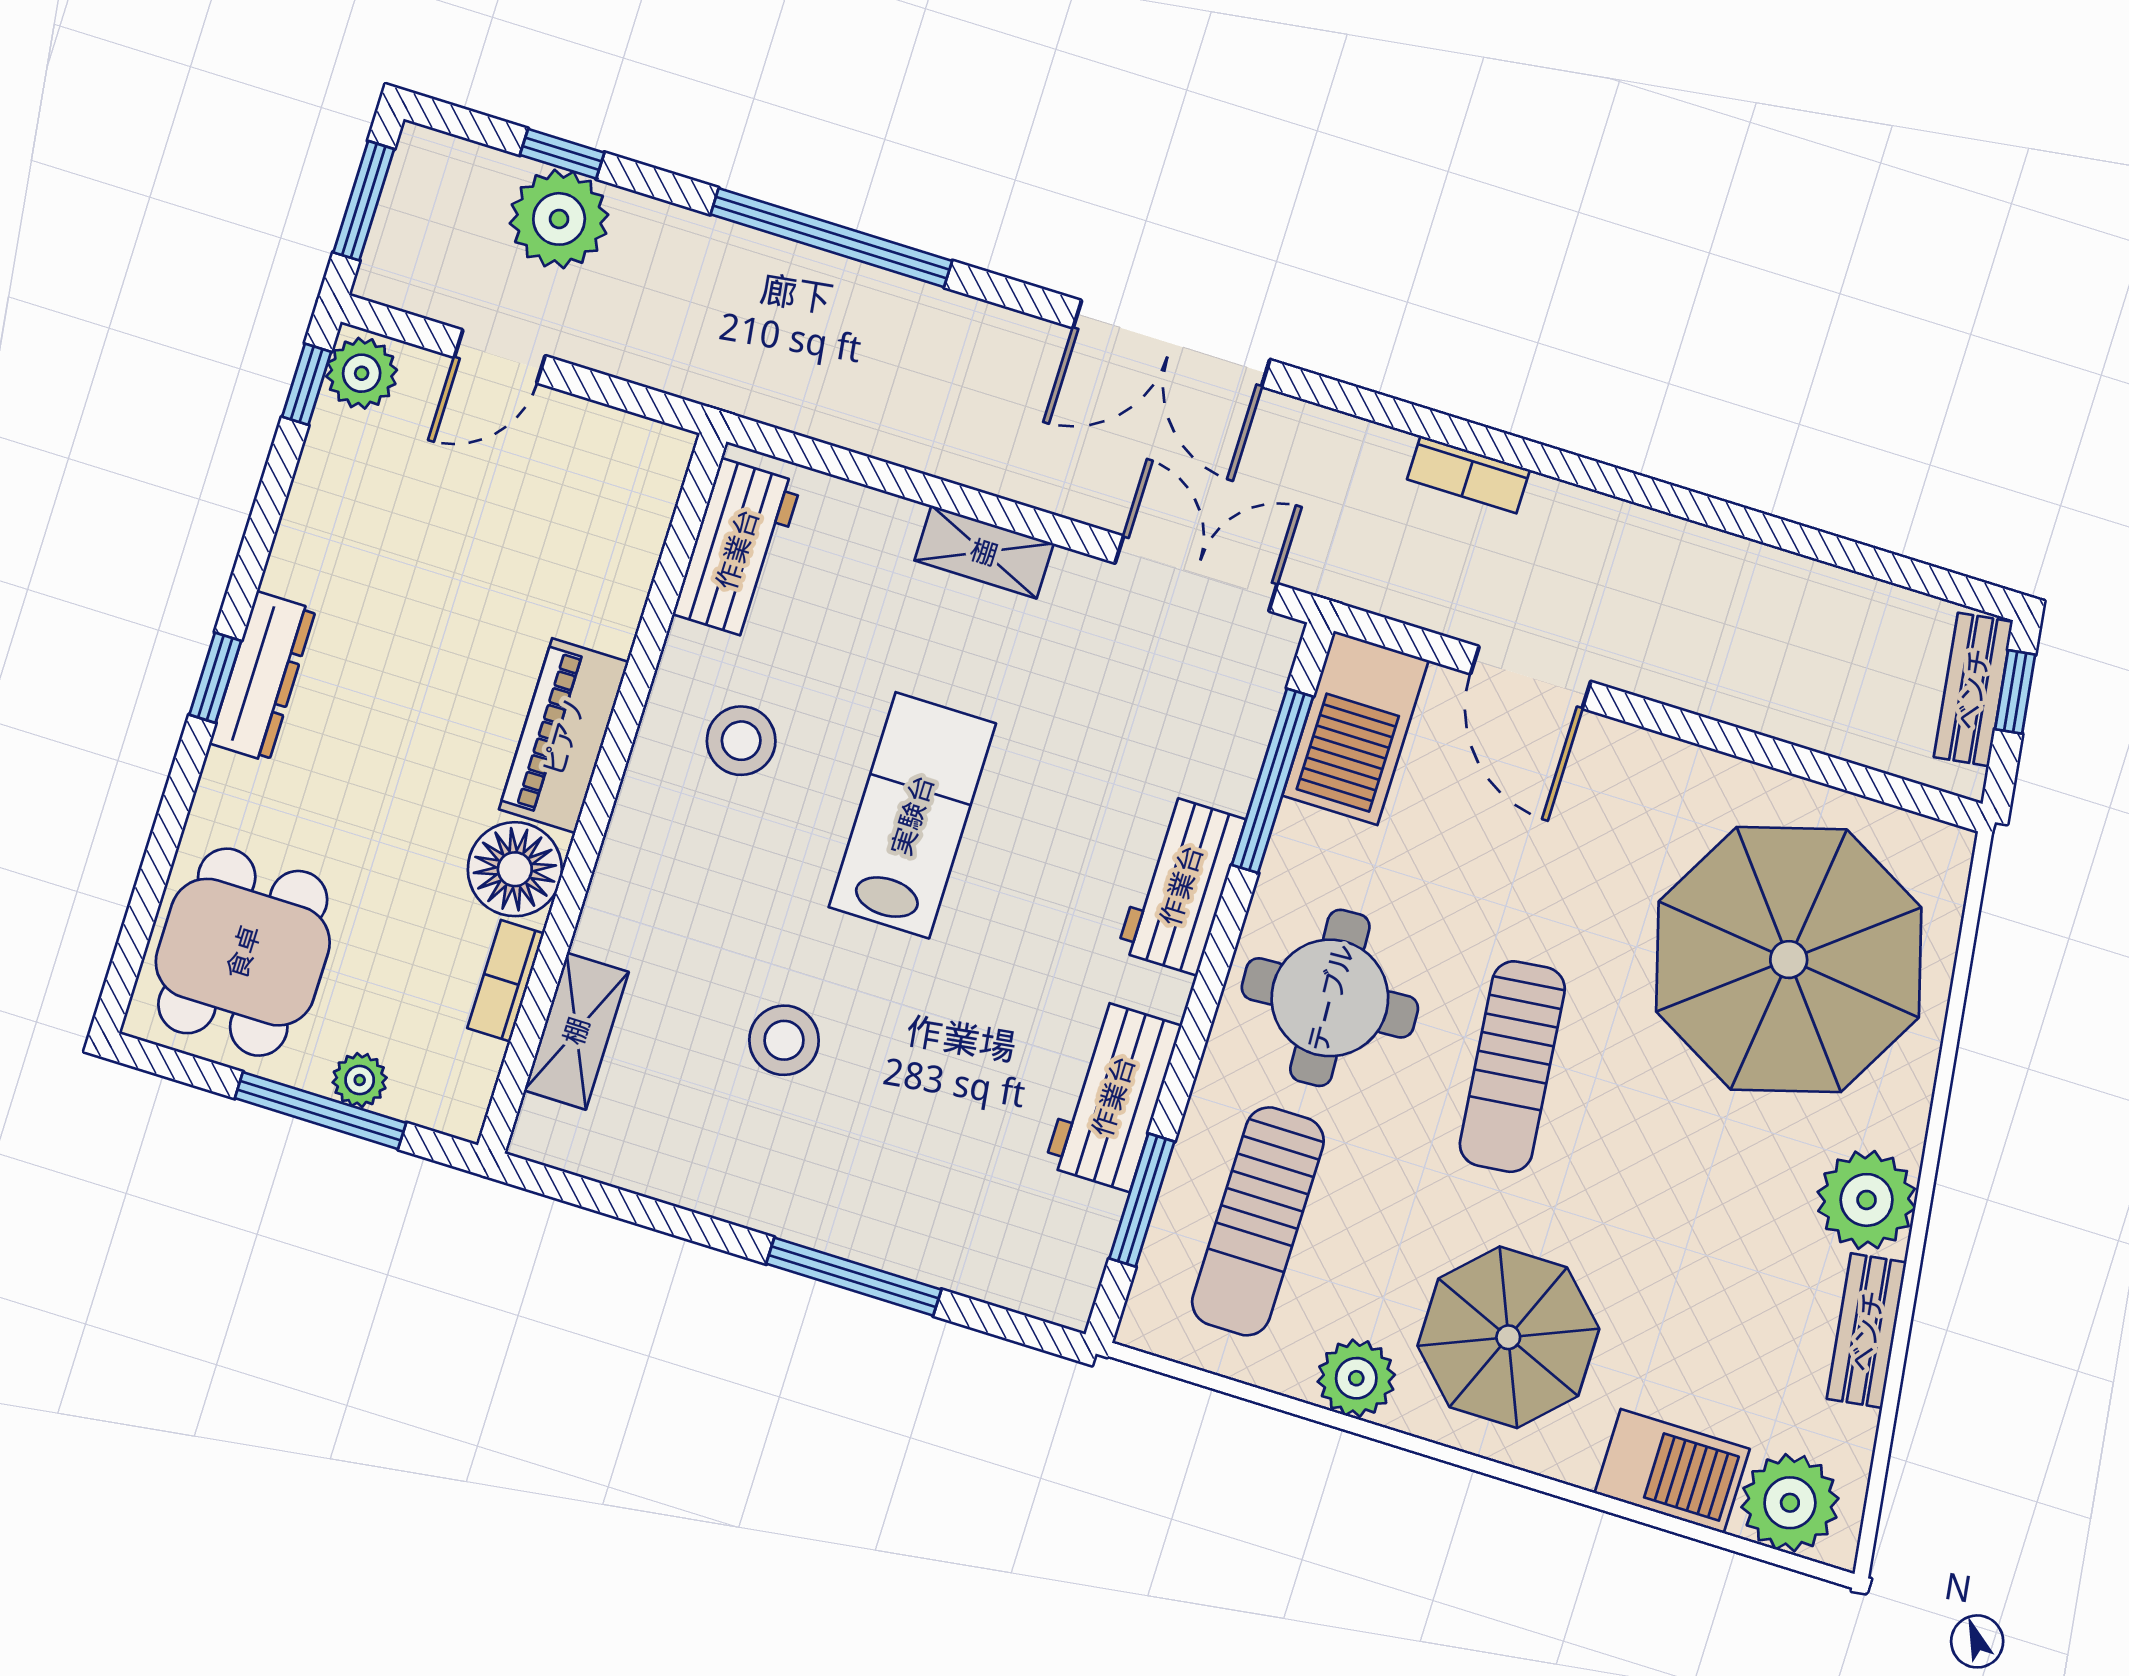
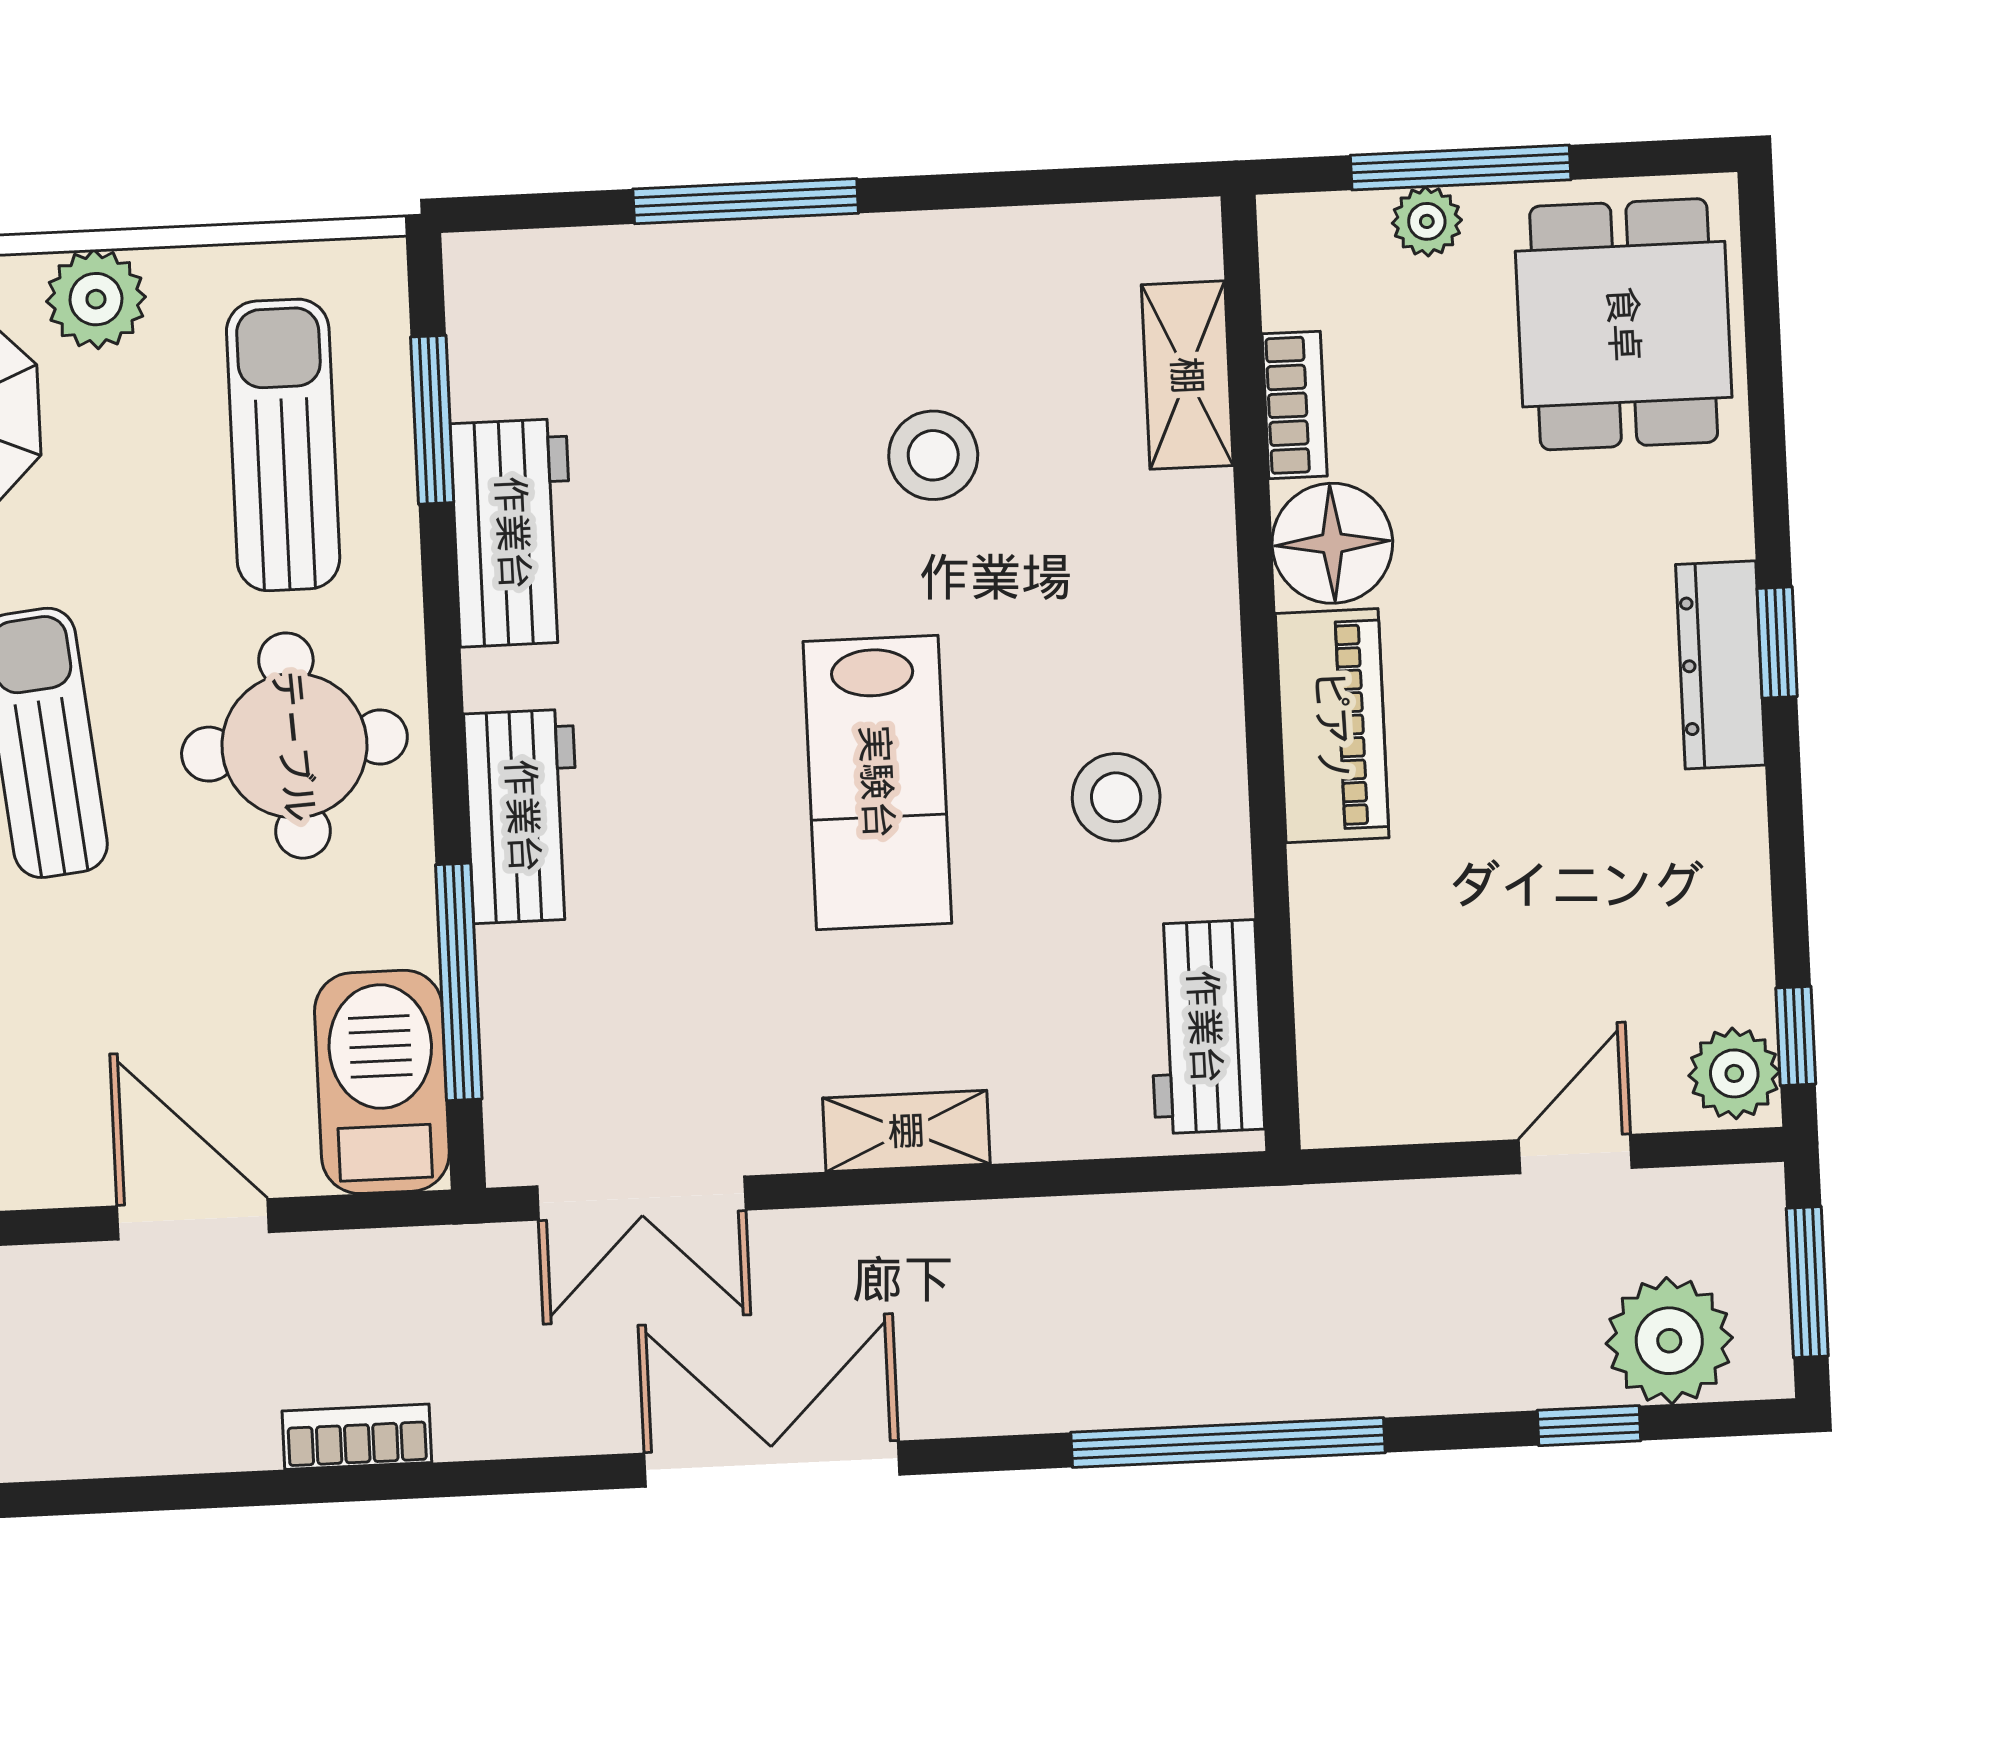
plant: (559, 219) -> (1669, 1341), moved

